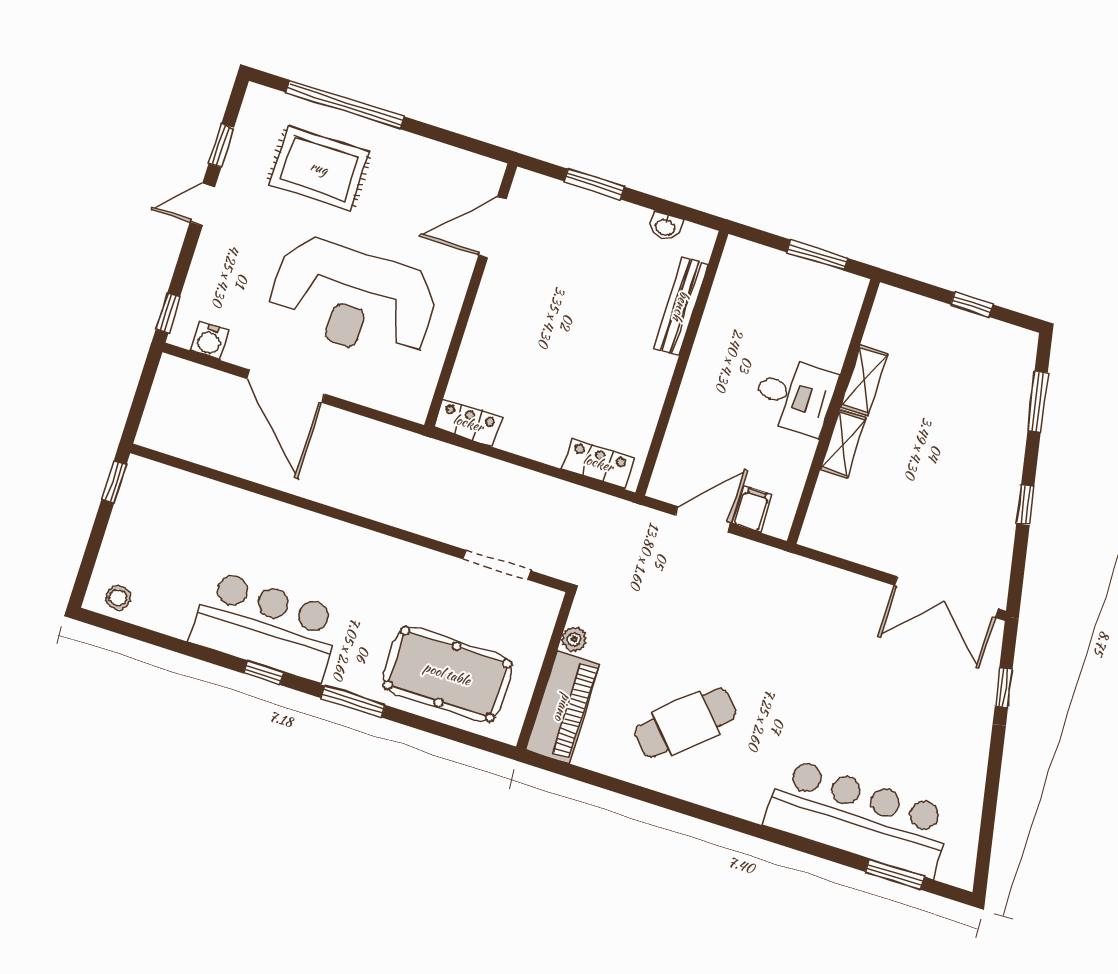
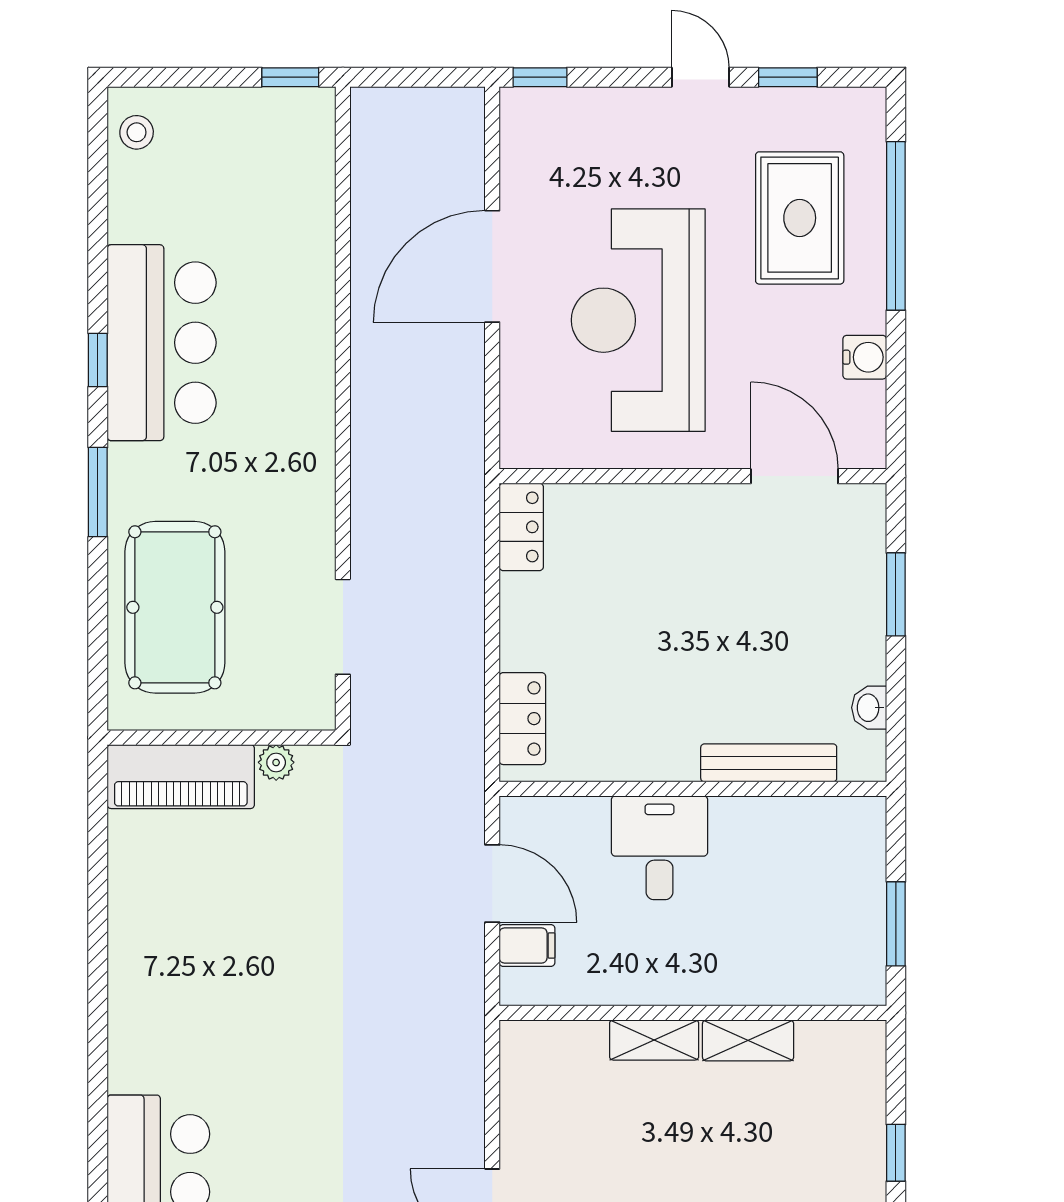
water cooler: (209, 340) -> (865, 357), moved, turned 180
desk: (794, 396) -> (659, 848), moved, turned 180
cafe table: (686, 723) -> (212, 948), removed

